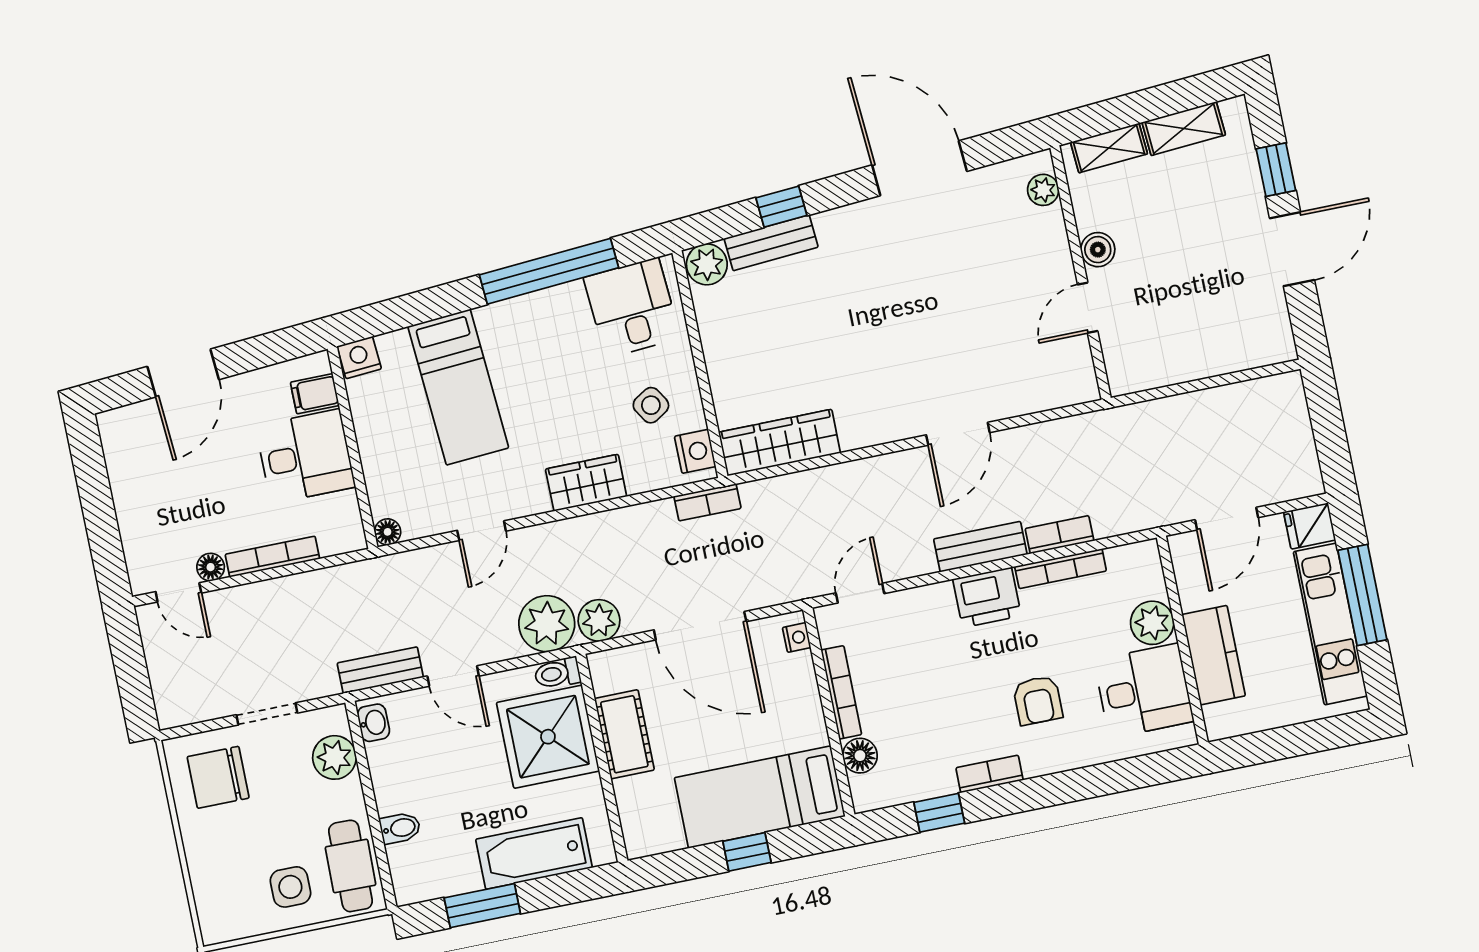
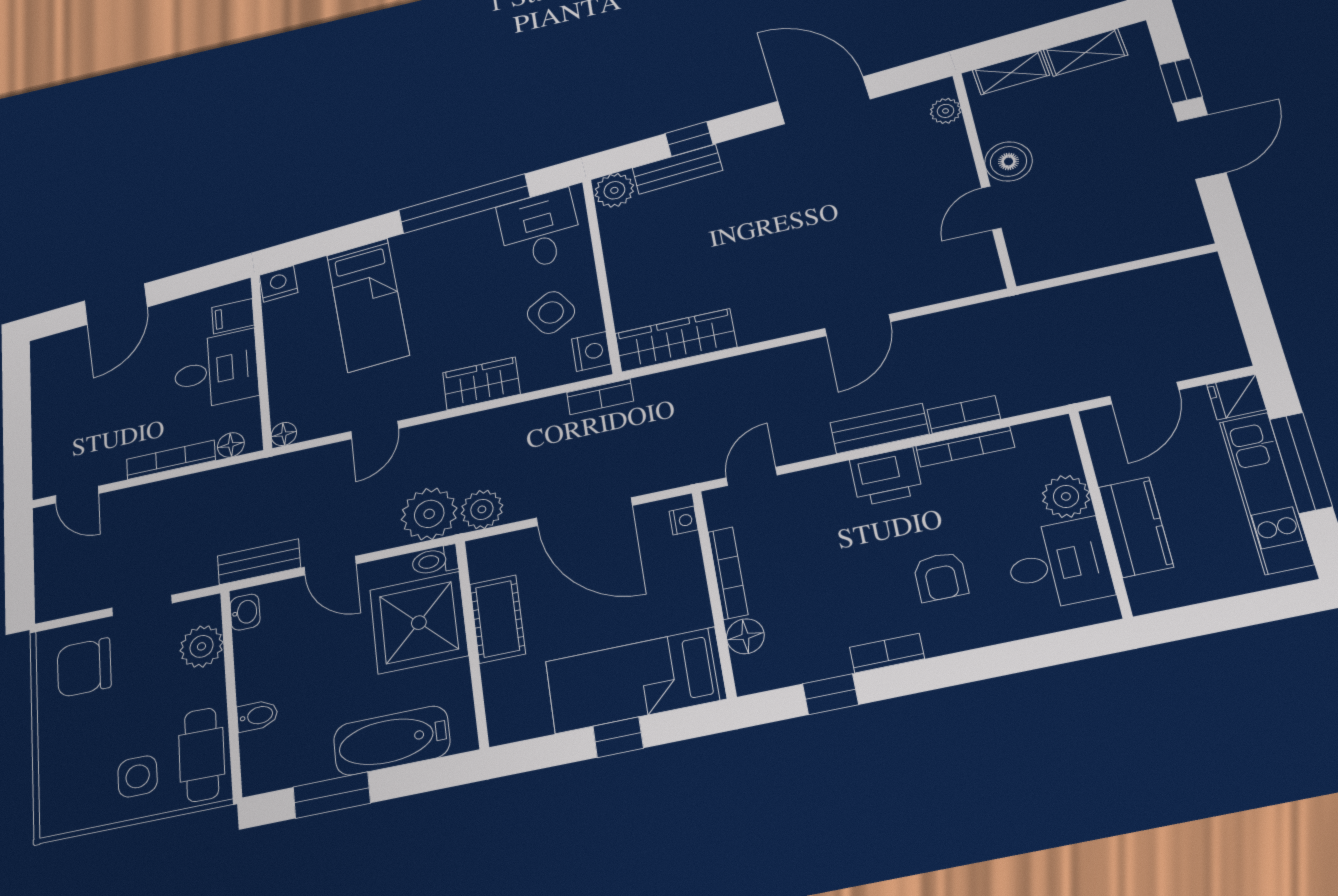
boiler: (1098, 250) -> (1009, 161), width x1.36, depth x1.36
side table: (651, 405) -> (551, 313), width x1.37, depth x1.37
floor lamp: (211, 567) -> (231, 445), moved

